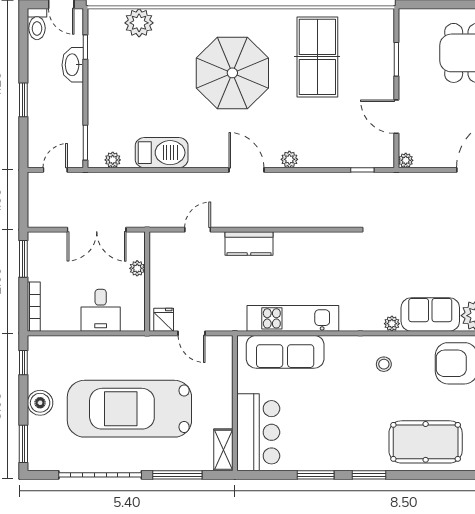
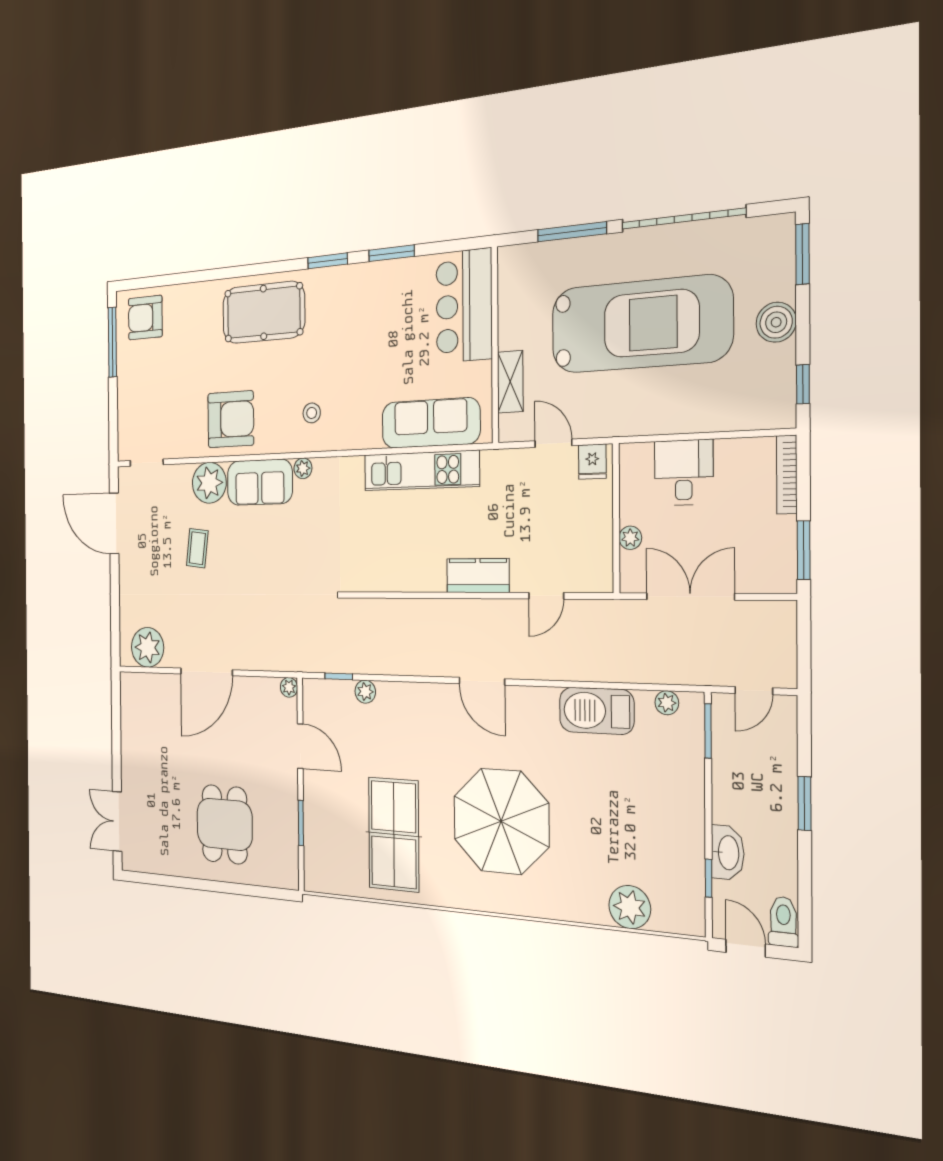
plant: (289, 159) -> (365, 692), moved
shelving: (223, 450) -> (510, 382), moved

